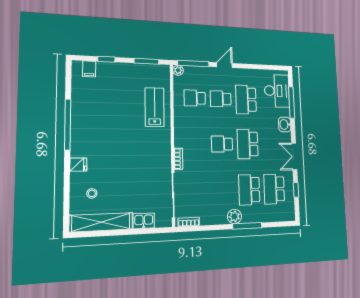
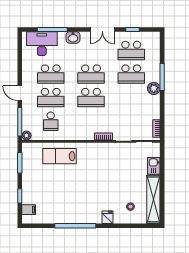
school desk: (221, 99) -> (51, 98), width x1.85
school desk: (222, 144) -> (91, 98), width x1.85

